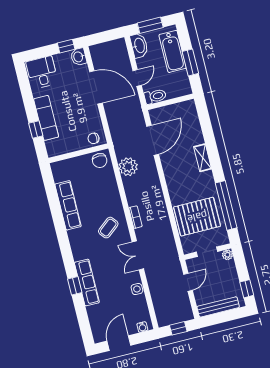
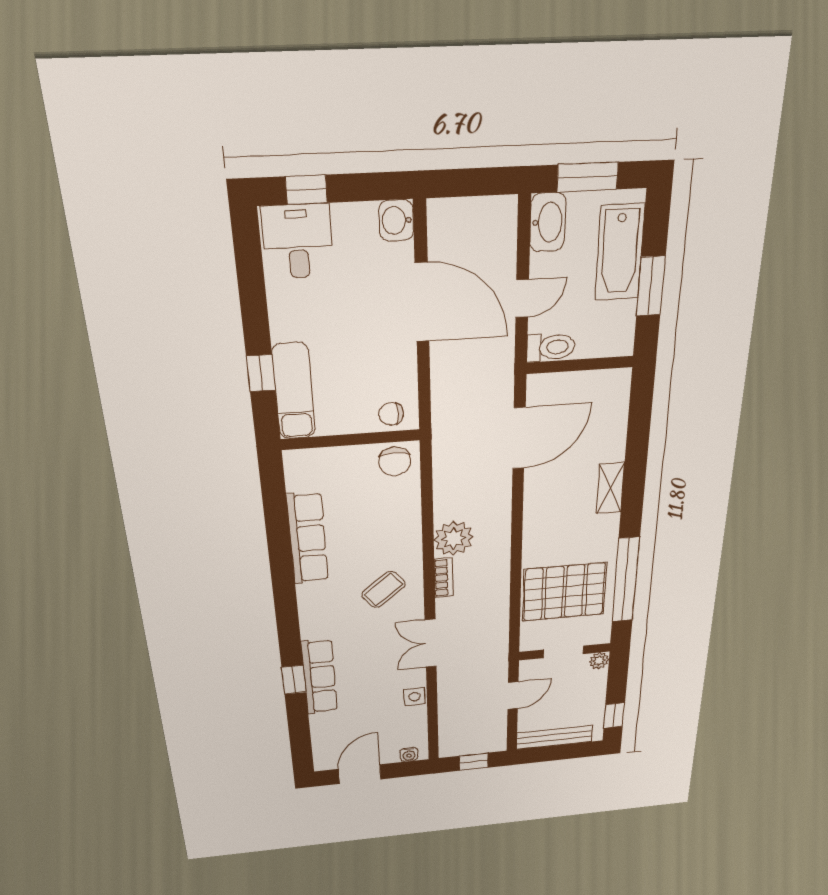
window: (66, 46) -> (306, 190), moved
exam couch: (46, 118) -> (294, 391), moved
plant: (128, 167) -> (454, 538), moved

